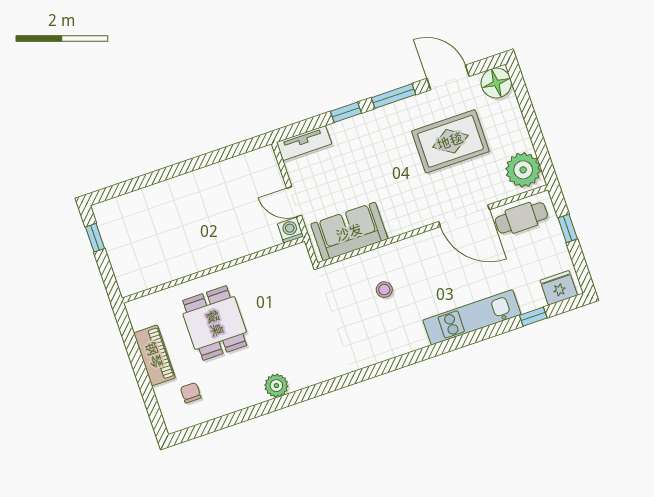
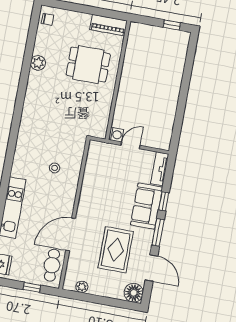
door: (448, 77) -> (151, 268), hinge flipped
plant: (523, 170) -> (82, 287), width x0.53, depth x0.53
sofa: (349, 232) -> (147, 206), moved, turned 180
piano: (154, 355) -> (109, 25), moved
plant: (276, 386) -> (38, 63), moved
chair: (191, 393) -> (48, 19), moved

